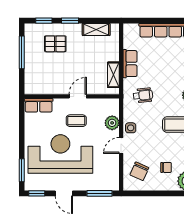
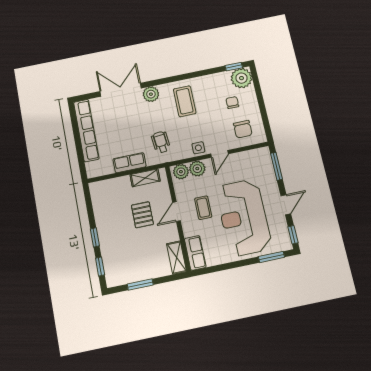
shelving: (96, 29) -> (177, 258), moved
pallet: (55, 44) -> (142, 215), moved
window: (22, 52) -> (140, 284), width x0.69
door: (78, 96) -> (176, 212), hinge flipped
plant: (112, 108) -> (181, 172), added
door: (121, 145) -> (219, 154), hinge flipped
chair: (139, 171) -> (243, 129), turned 66

